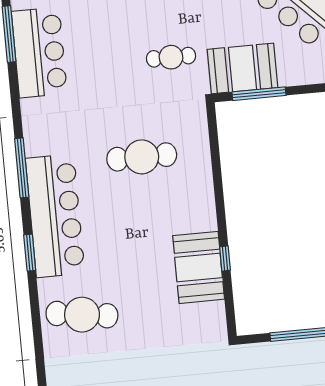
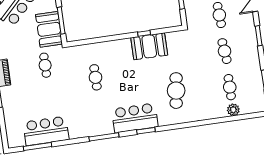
cafe table: (142, 157) -> (95, 77), width x0.73, depth x0.74
bar counter: (55, 216) -> (135, 118), width x0.73
cafe table: (82, 315) -> (176, 91), moved

